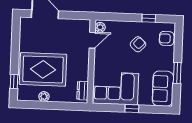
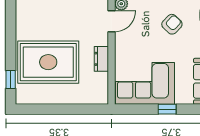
dresser: (83, 91) -> (101, 59), moved
plant: (44, 97) -> (51, 98), removed

